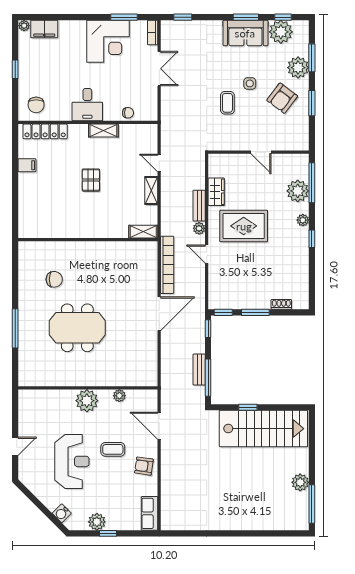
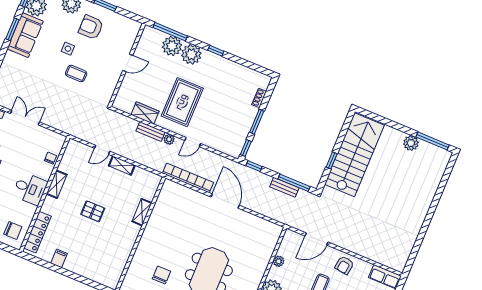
armchair: (282, 98) -> (91, 27), turned 143
plant: (303, 220) -> (191, 54), width x1.87, depth x1.87
shelving: (143, 232) -> (142, 212), moved

